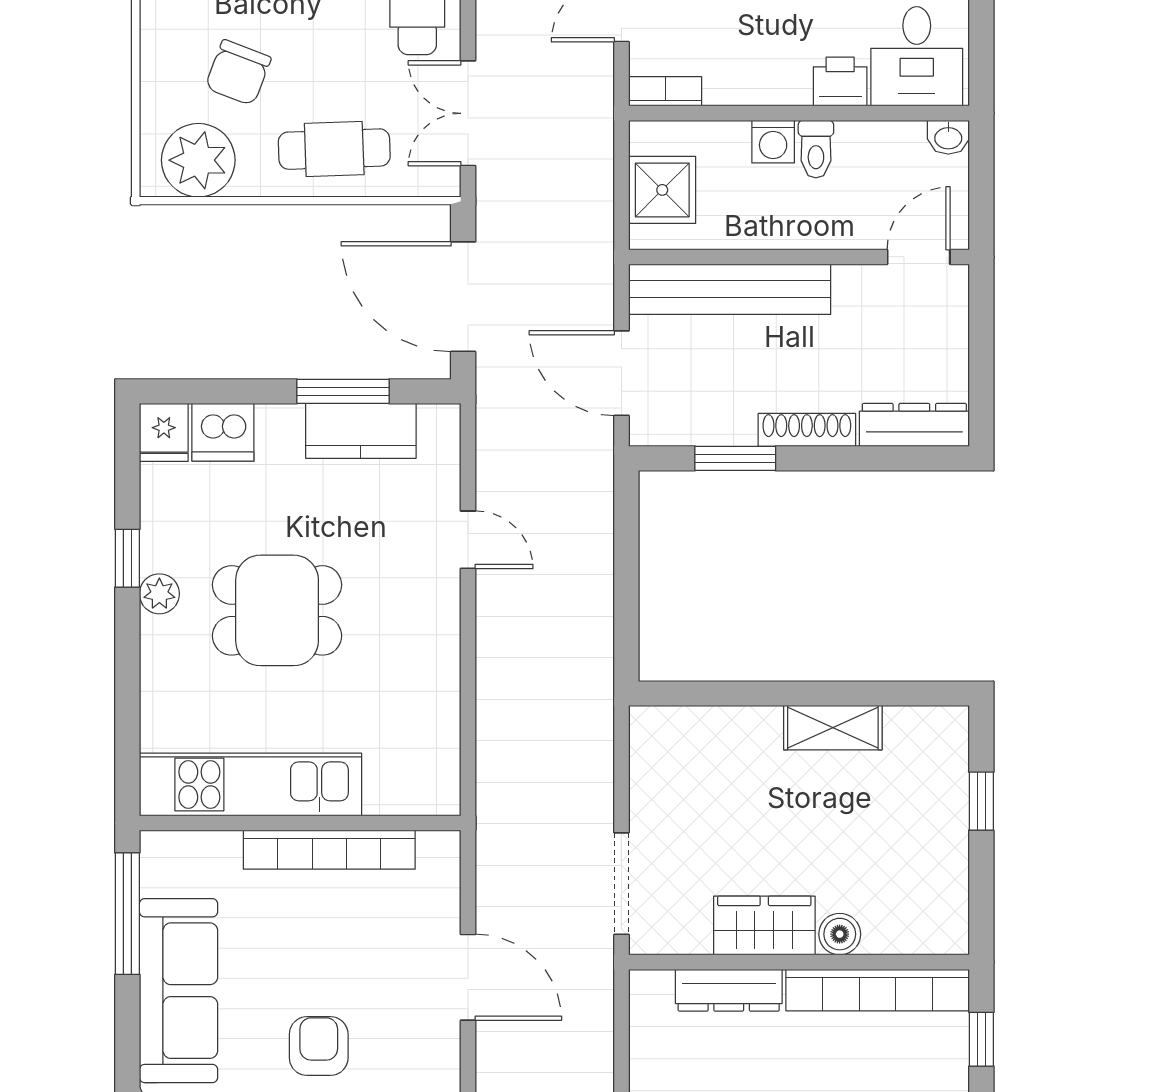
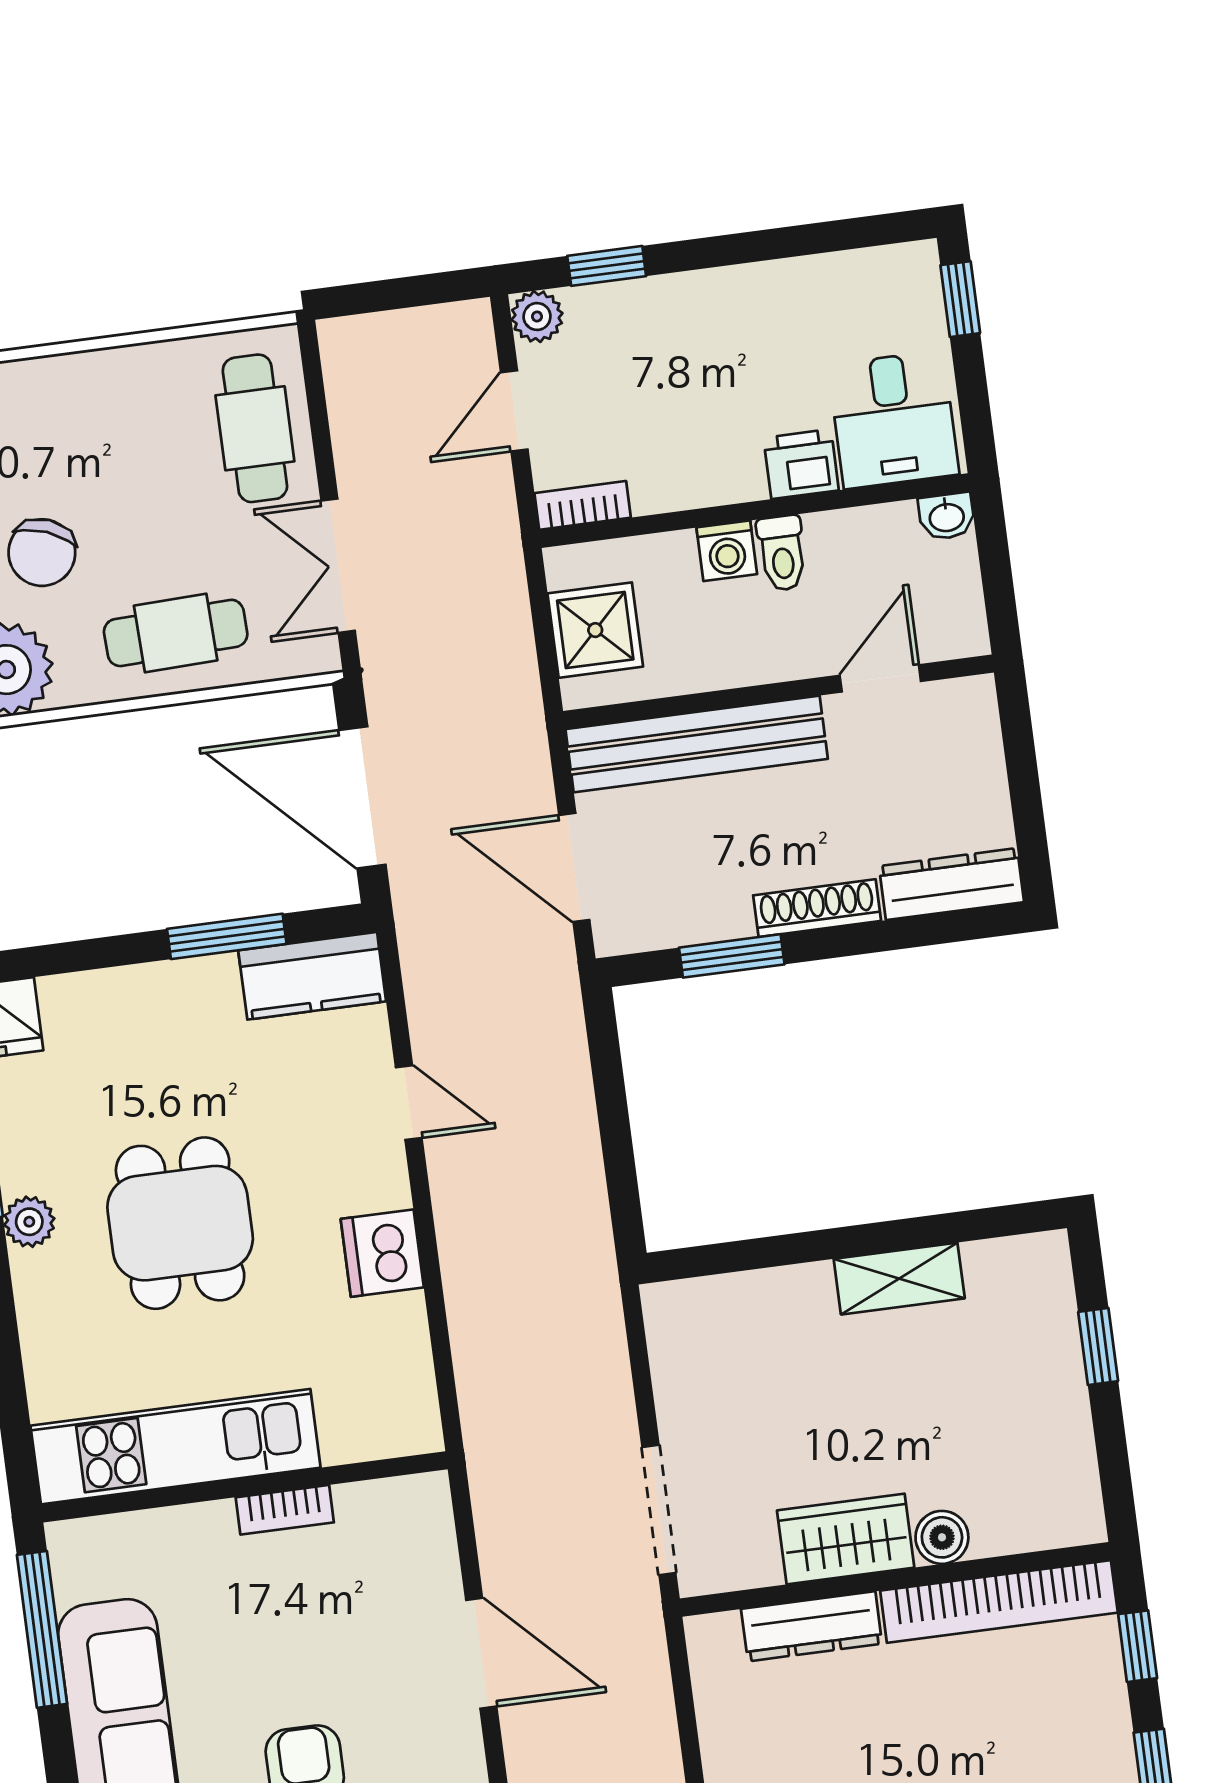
door: (919, 257) -> (880, 678), moved
kitchen counter: (361, 431) -> (312, 976), moved
dishwasher: (223, 432) -> (382, 1253), moved, turned 90
dining table: (277, 610) -> (180, 1223), turned 90
bookcase: (329, 850) -> (285, 1510), width x0.43, depth x0.76

